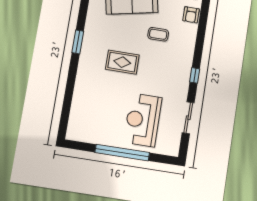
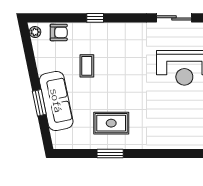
rug: (122, 62) -> (111, 123), moved, turned 90
window: (195, 75) -> (95, 18), moved

